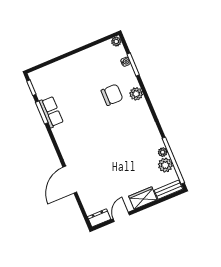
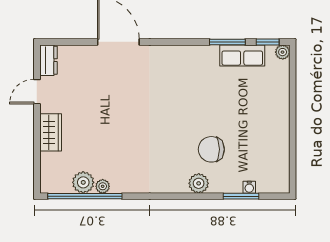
plant: (116, 42) -> (283, 52), moved
chair: (112, 95) -> (211, 149), turned 90
row of seats: (51, 112) -> (242, 55), moved
bench: (168, 190) -> (47, 173), removed
door: (121, 217) -> (37, 92), swing flipped

